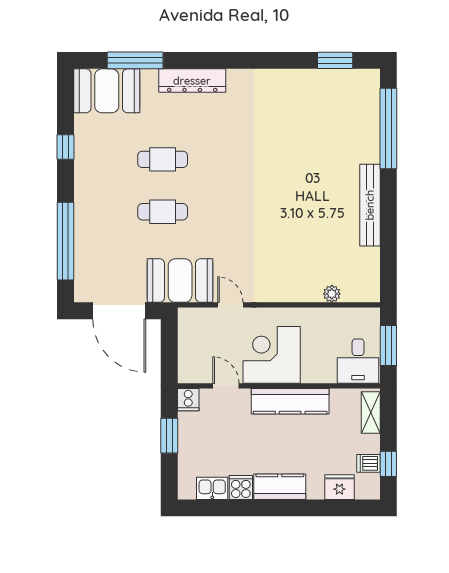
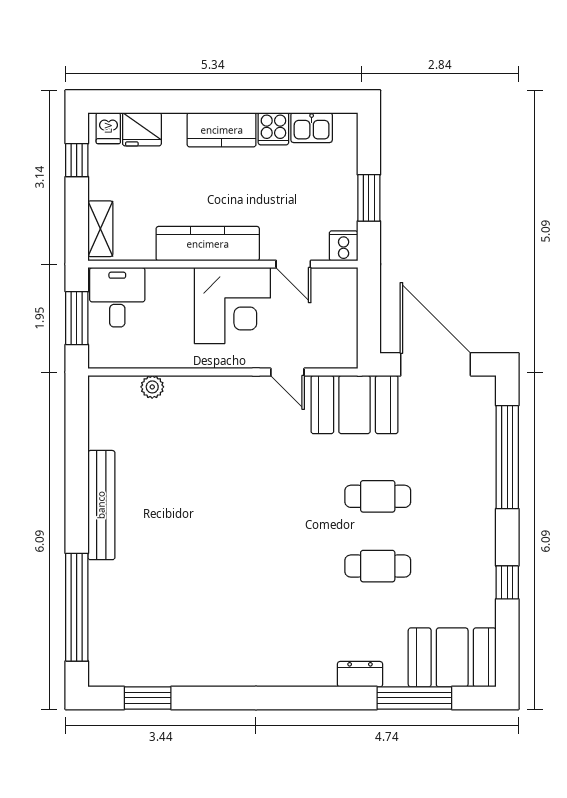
dresser: (192, 81) -> (360, 674), width x0.51, depth x0.80
dishwasher: (368, 463) -> (108, 128), moved, turned 90

